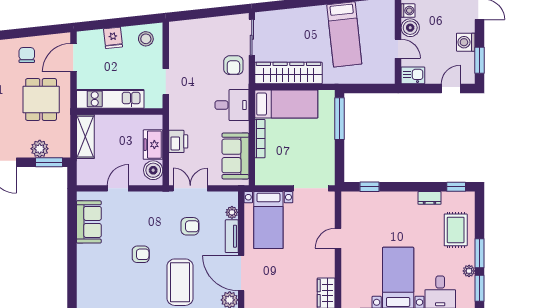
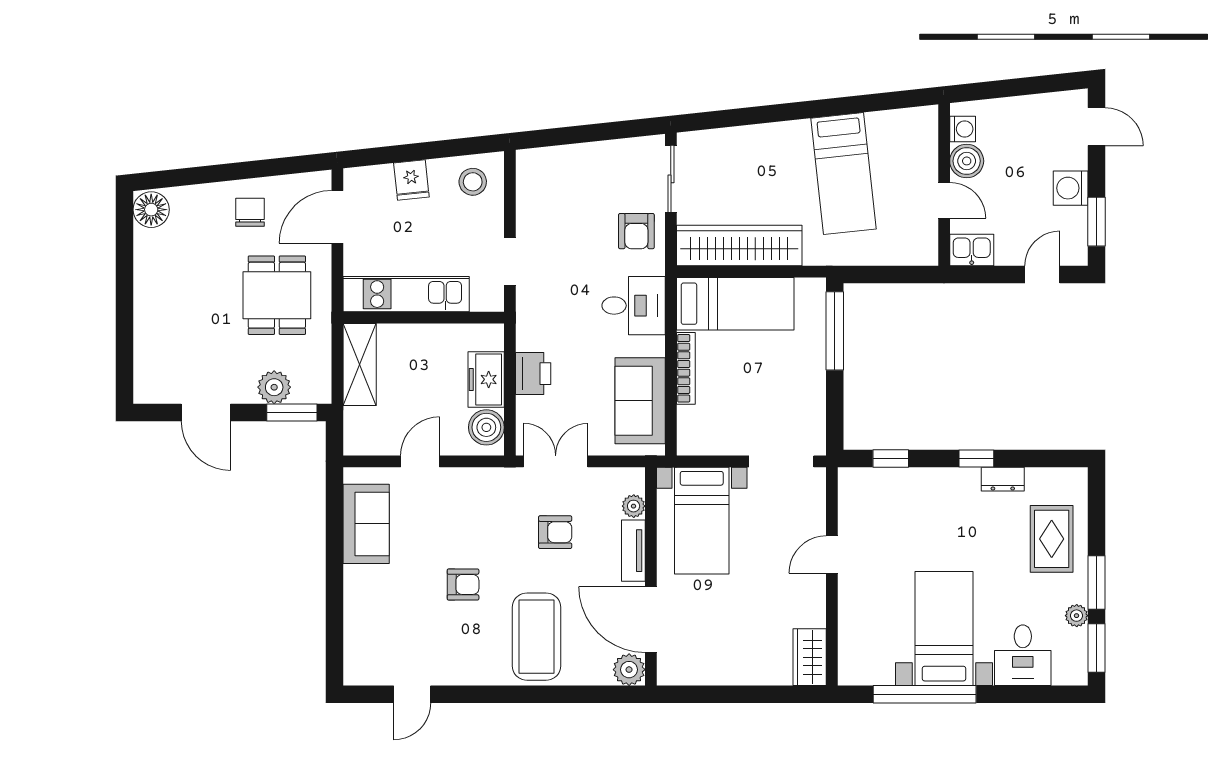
window: (456, 187) -> (976, 458), moved

